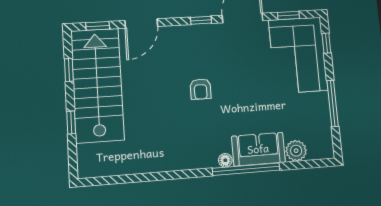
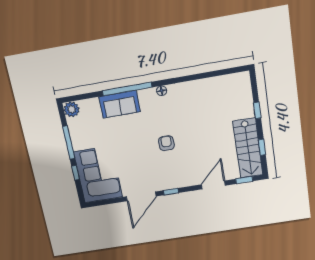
window: (289, 15) -> (108, 202), removed
window: (326, 43) -> (76, 173), moved
stairs: (97, 85) -> (248, 148), width x0.73, depth x0.66
plant: (296, 151) -> (72, 109), moved
floor lamp: (225, 160) -> (162, 91), moved

